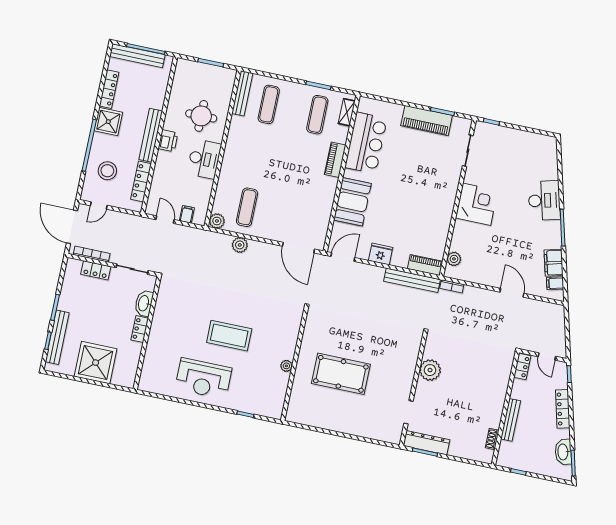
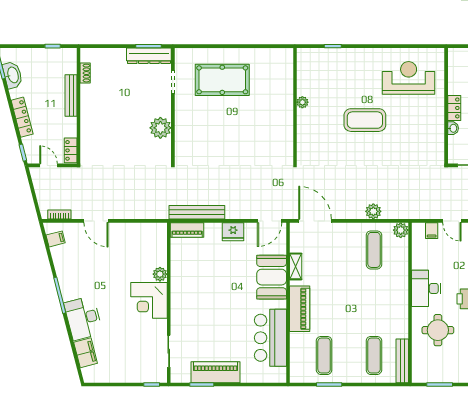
shelving: (347, 112) -> (296, 266), moved
piano: (335, 160) -> (300, 309), width x1.37, depth x1.33
plant: (454, 259) -> (160, 274), moved
filing cabinet: (554, 263) -> (86, 353), moved
bookcase: (452, 286) -> (59, 215), moved
washbasin: (144, 303) -> (453, 128), width x0.52, depth x0.69
pool table: (341, 374) -> (222, 80), moved
reception desk: (203, 378) -> (409, 78), moved

